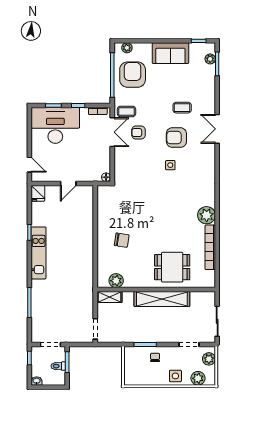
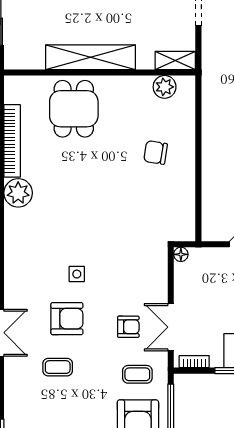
coffee table: (126, 111) -> (137, 374), moved
dining table: (172, 267) -> (74, 109), turned 90

